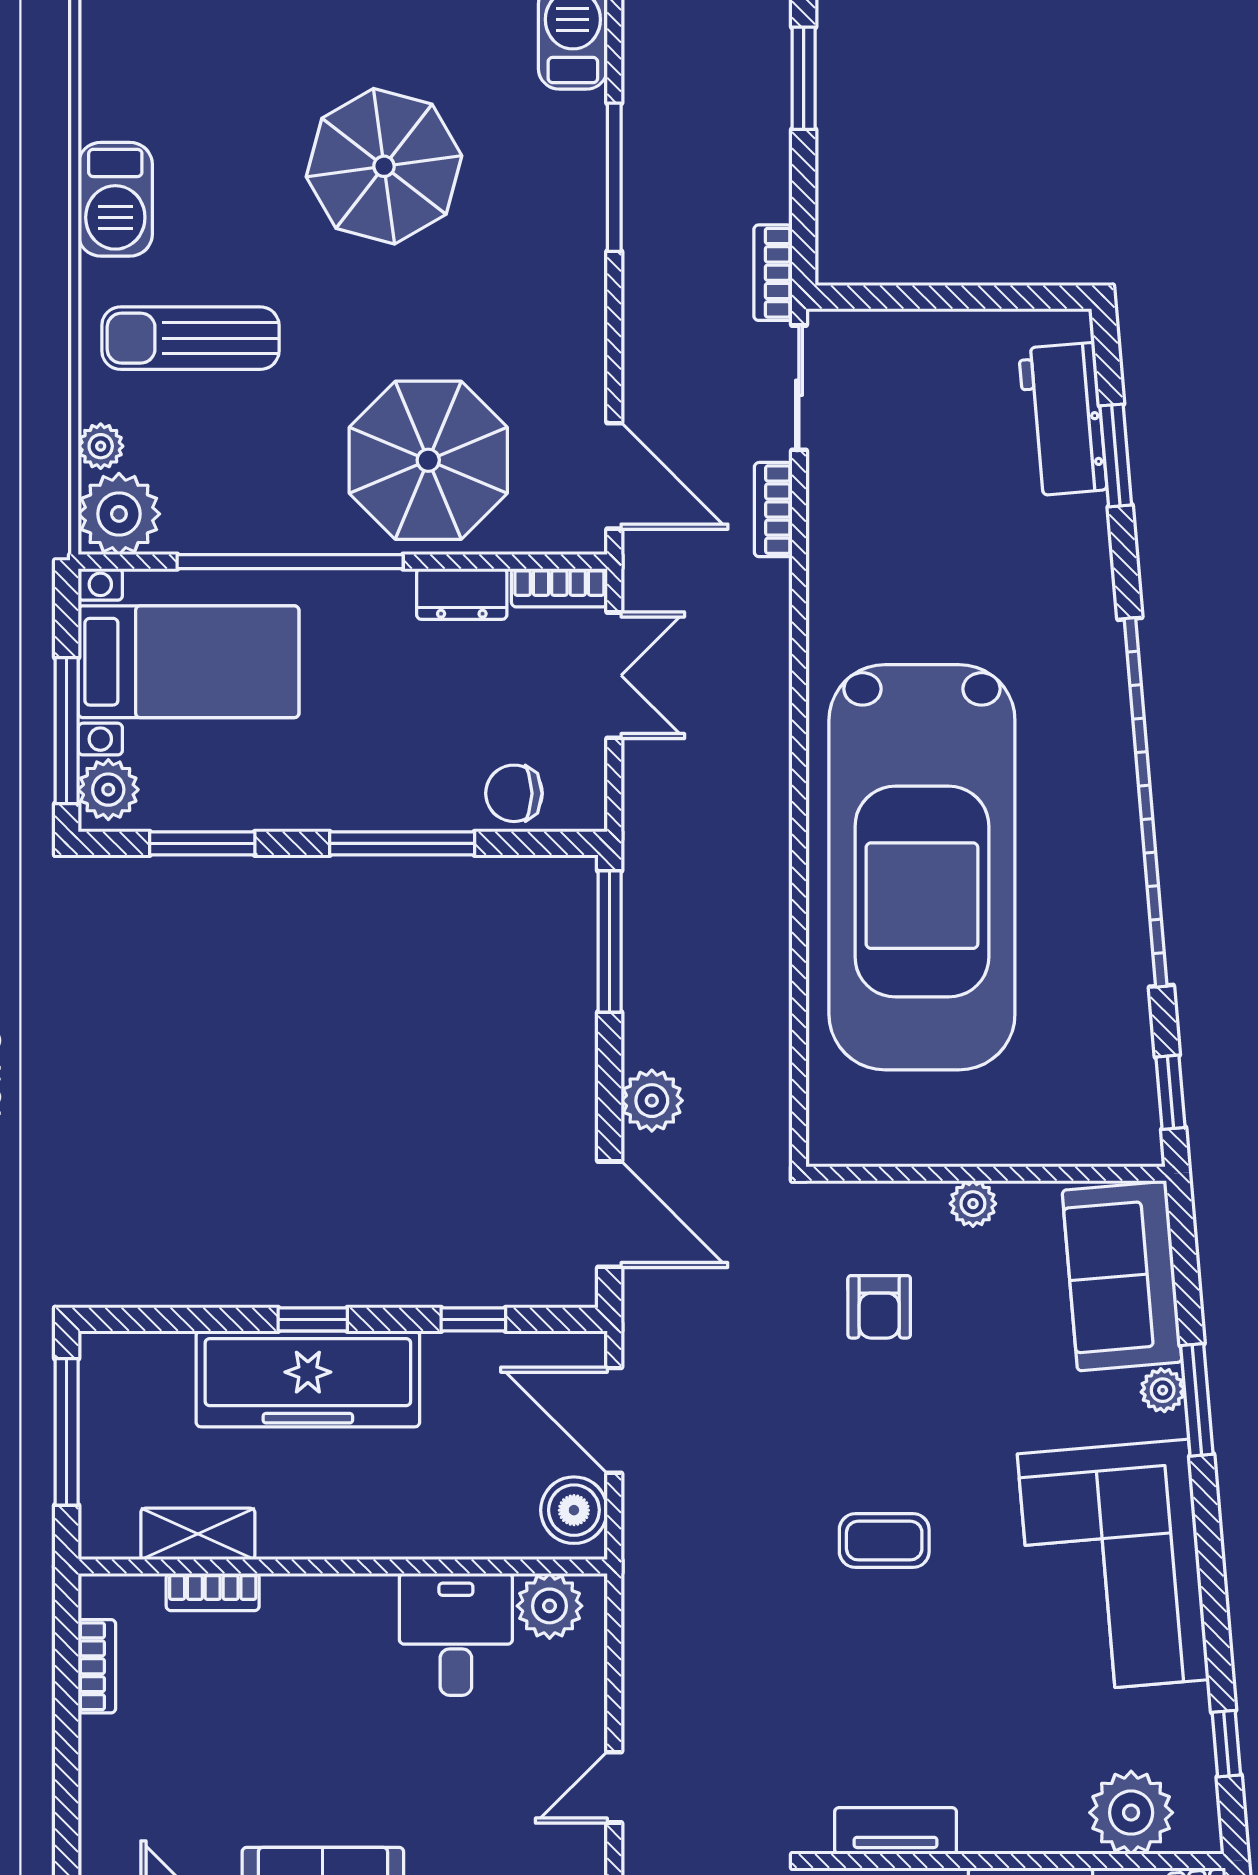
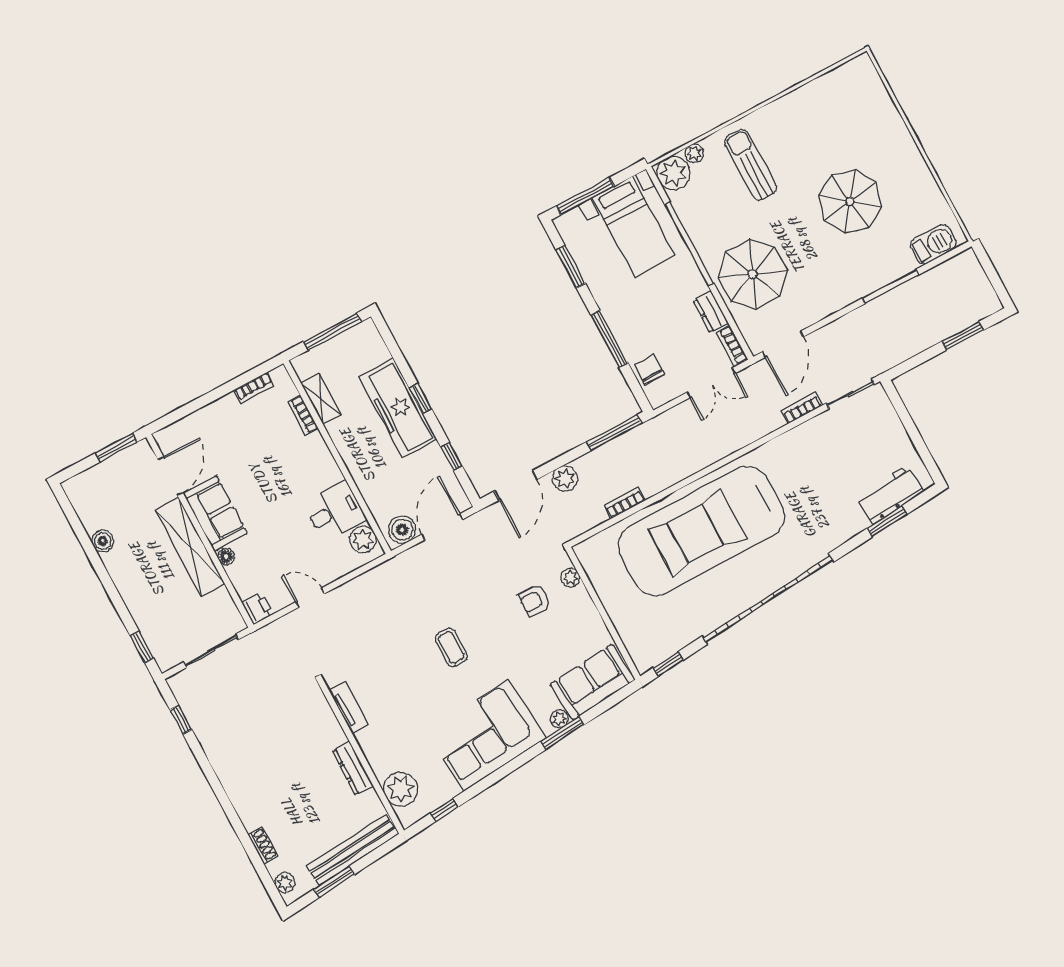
barbecue: (115, 199) -> (786, 111), removed
bookcase: (773, 273) -> (624, 503), moved
plant: (108, 790) -> (572, 222), removed
plant: (973, 1204) -> (570, 578), moved

